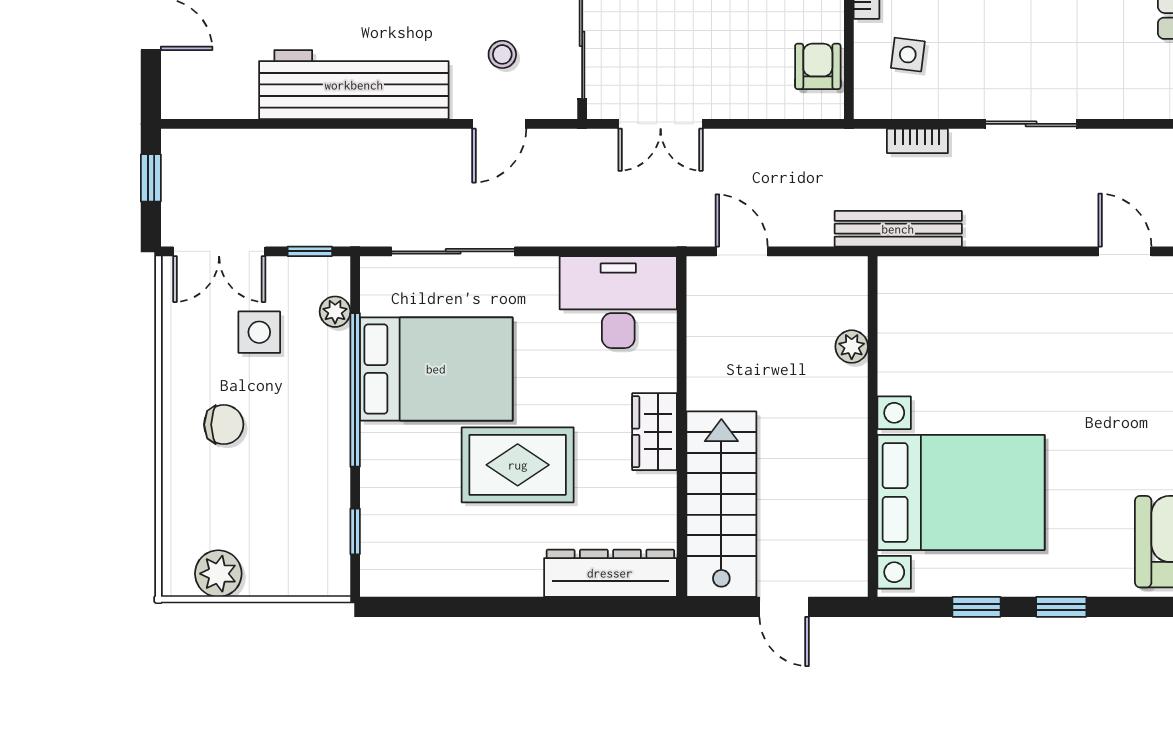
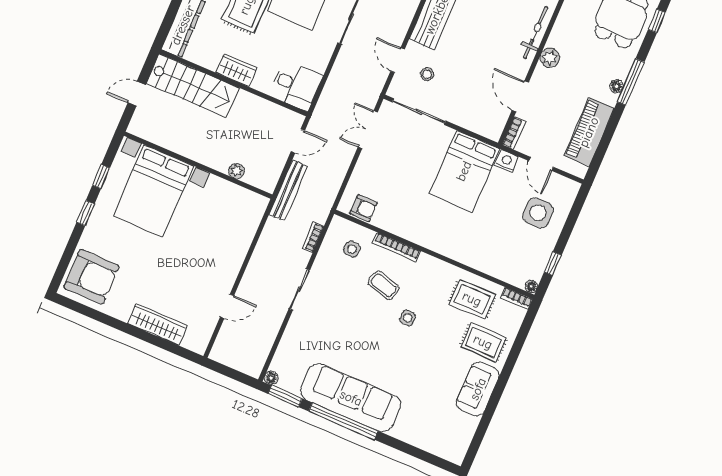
bench: (898, 229) -> (288, 190), moved
desk: (618, 302) -> (296, 85), width x0.73

